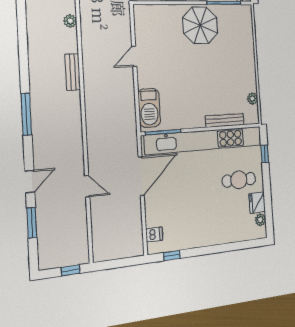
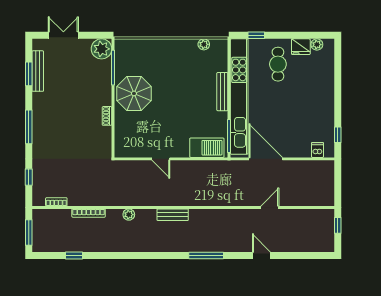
bench: (225, 120) -> (222, 92), moved
window: (32, 223) -> (295, 255), removed

